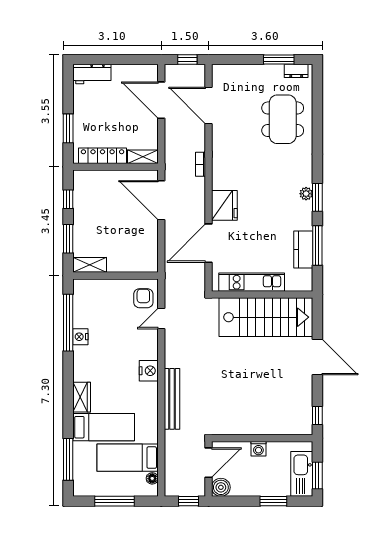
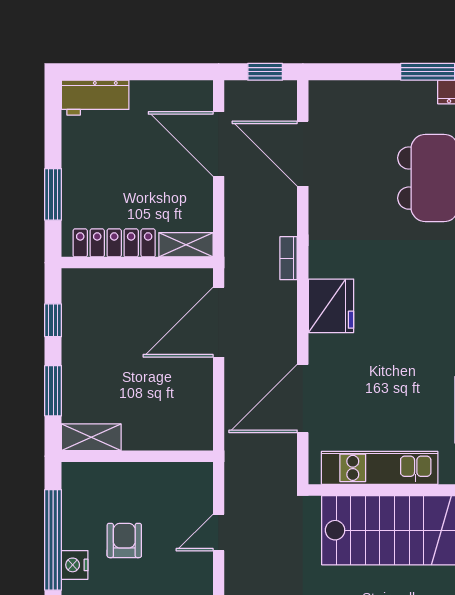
door: (161, 200) -> (219, 322), hinge flipped
fridge: (224, 205) -> (331, 306), moved
armchair: (143, 298) -> (124, 540), moved

